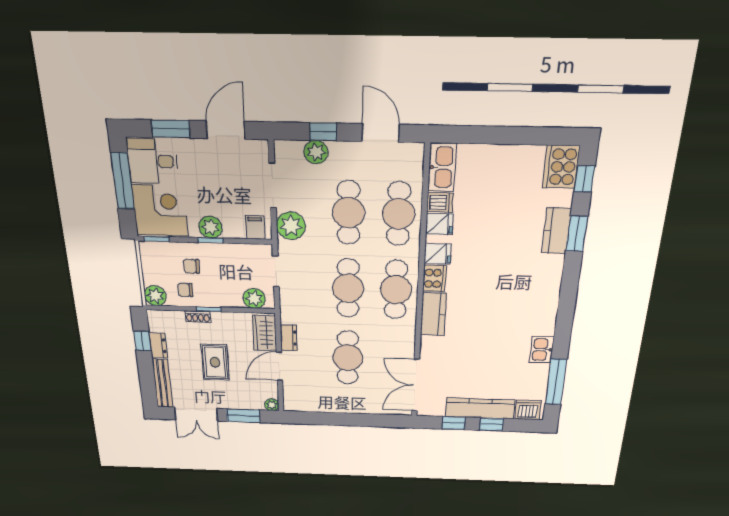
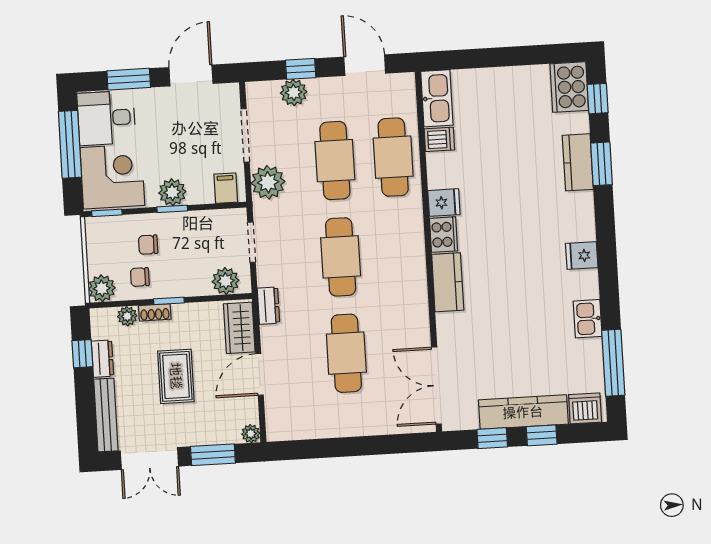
fridge: (439, 224) -> (582, 256), moved, turned 180
cafe table: (396, 290) -> (399, 253), removed
plant: (176, 317) -> (127, 316), added
dresser: (289, 338) -> (268, 306), moved

